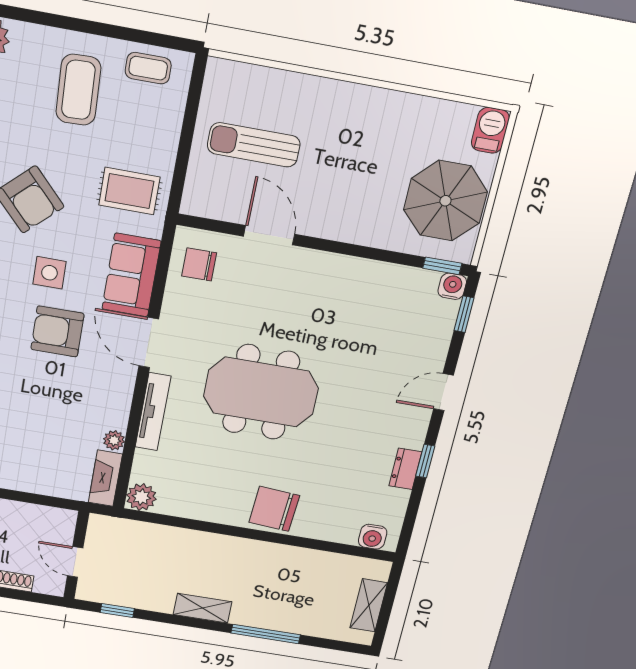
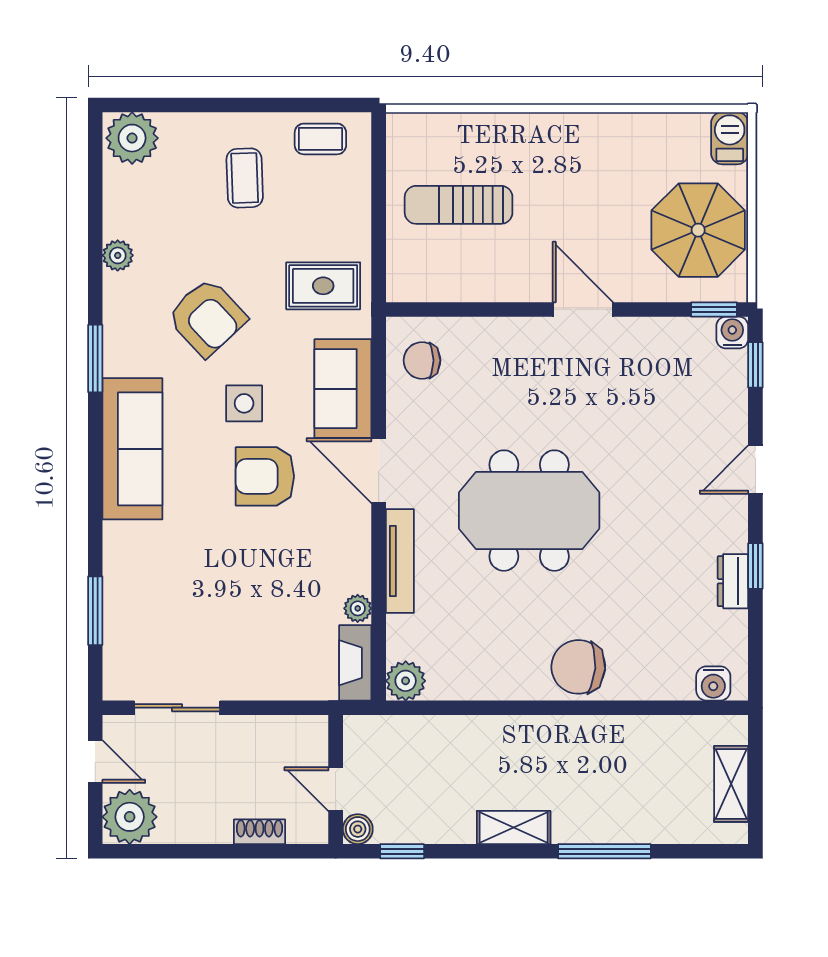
coffee table: (78, 90) -> (245, 178), width x0.73, depth x0.77
door: (269, 235) -> (583, 309), moved
boiler: (87, 591) -> (358, 829), added

